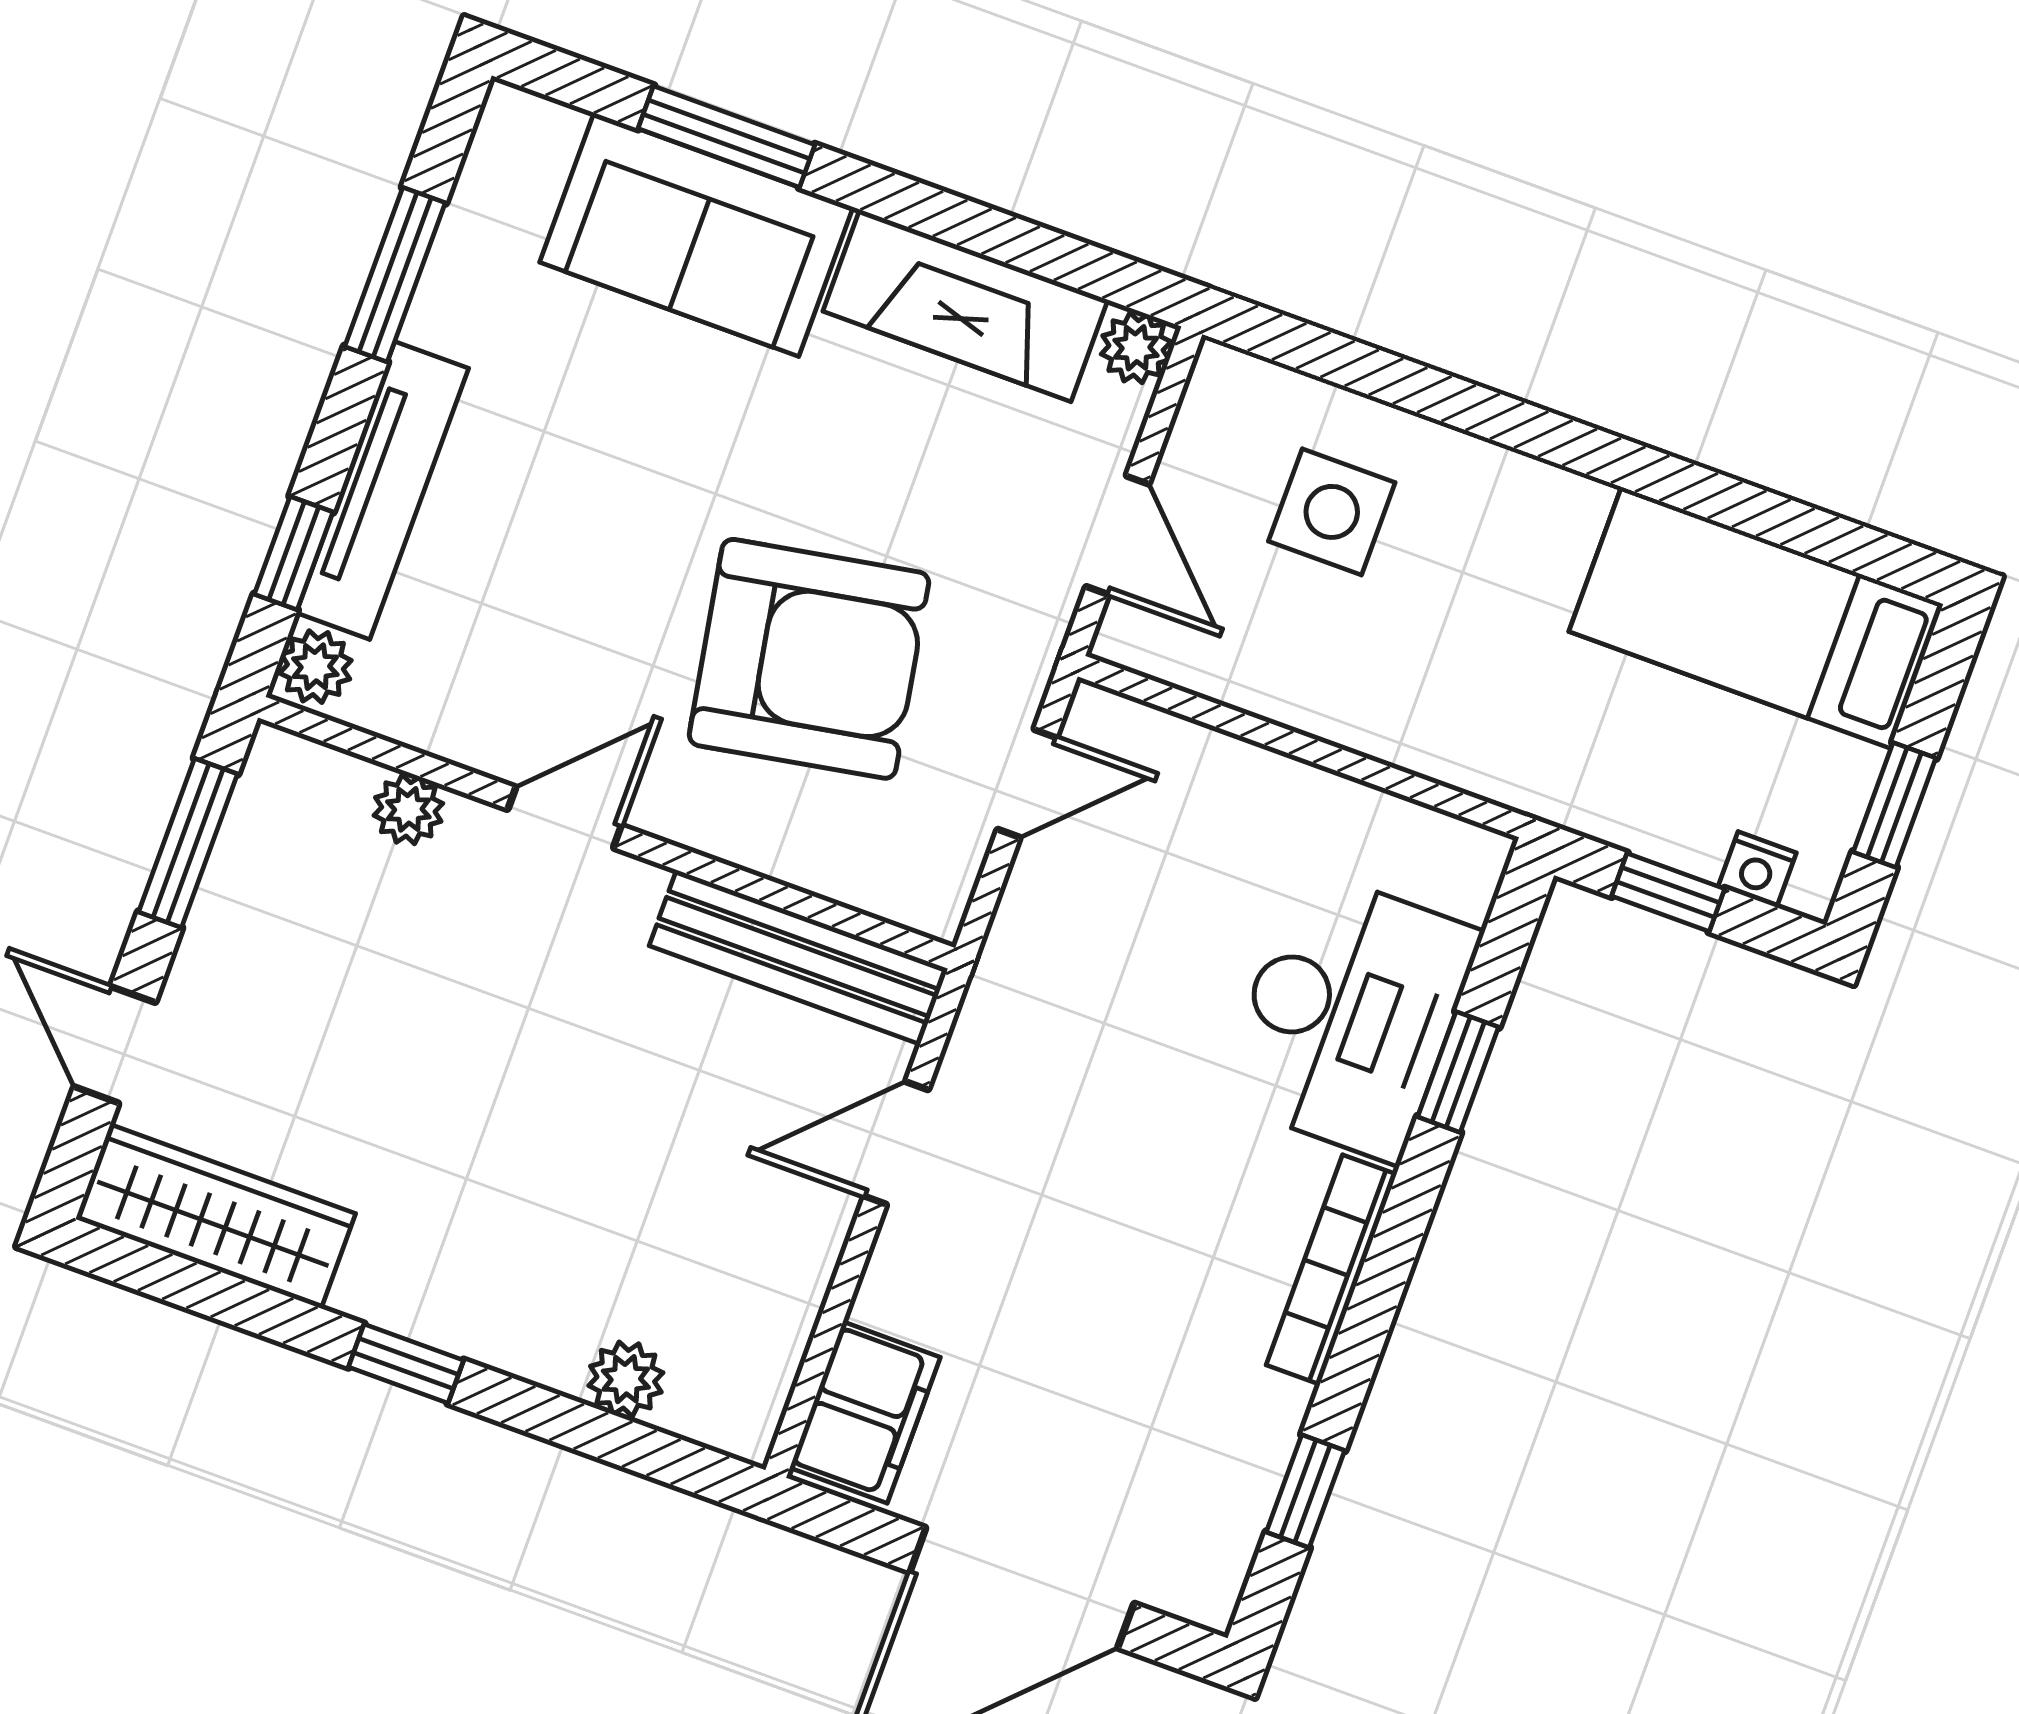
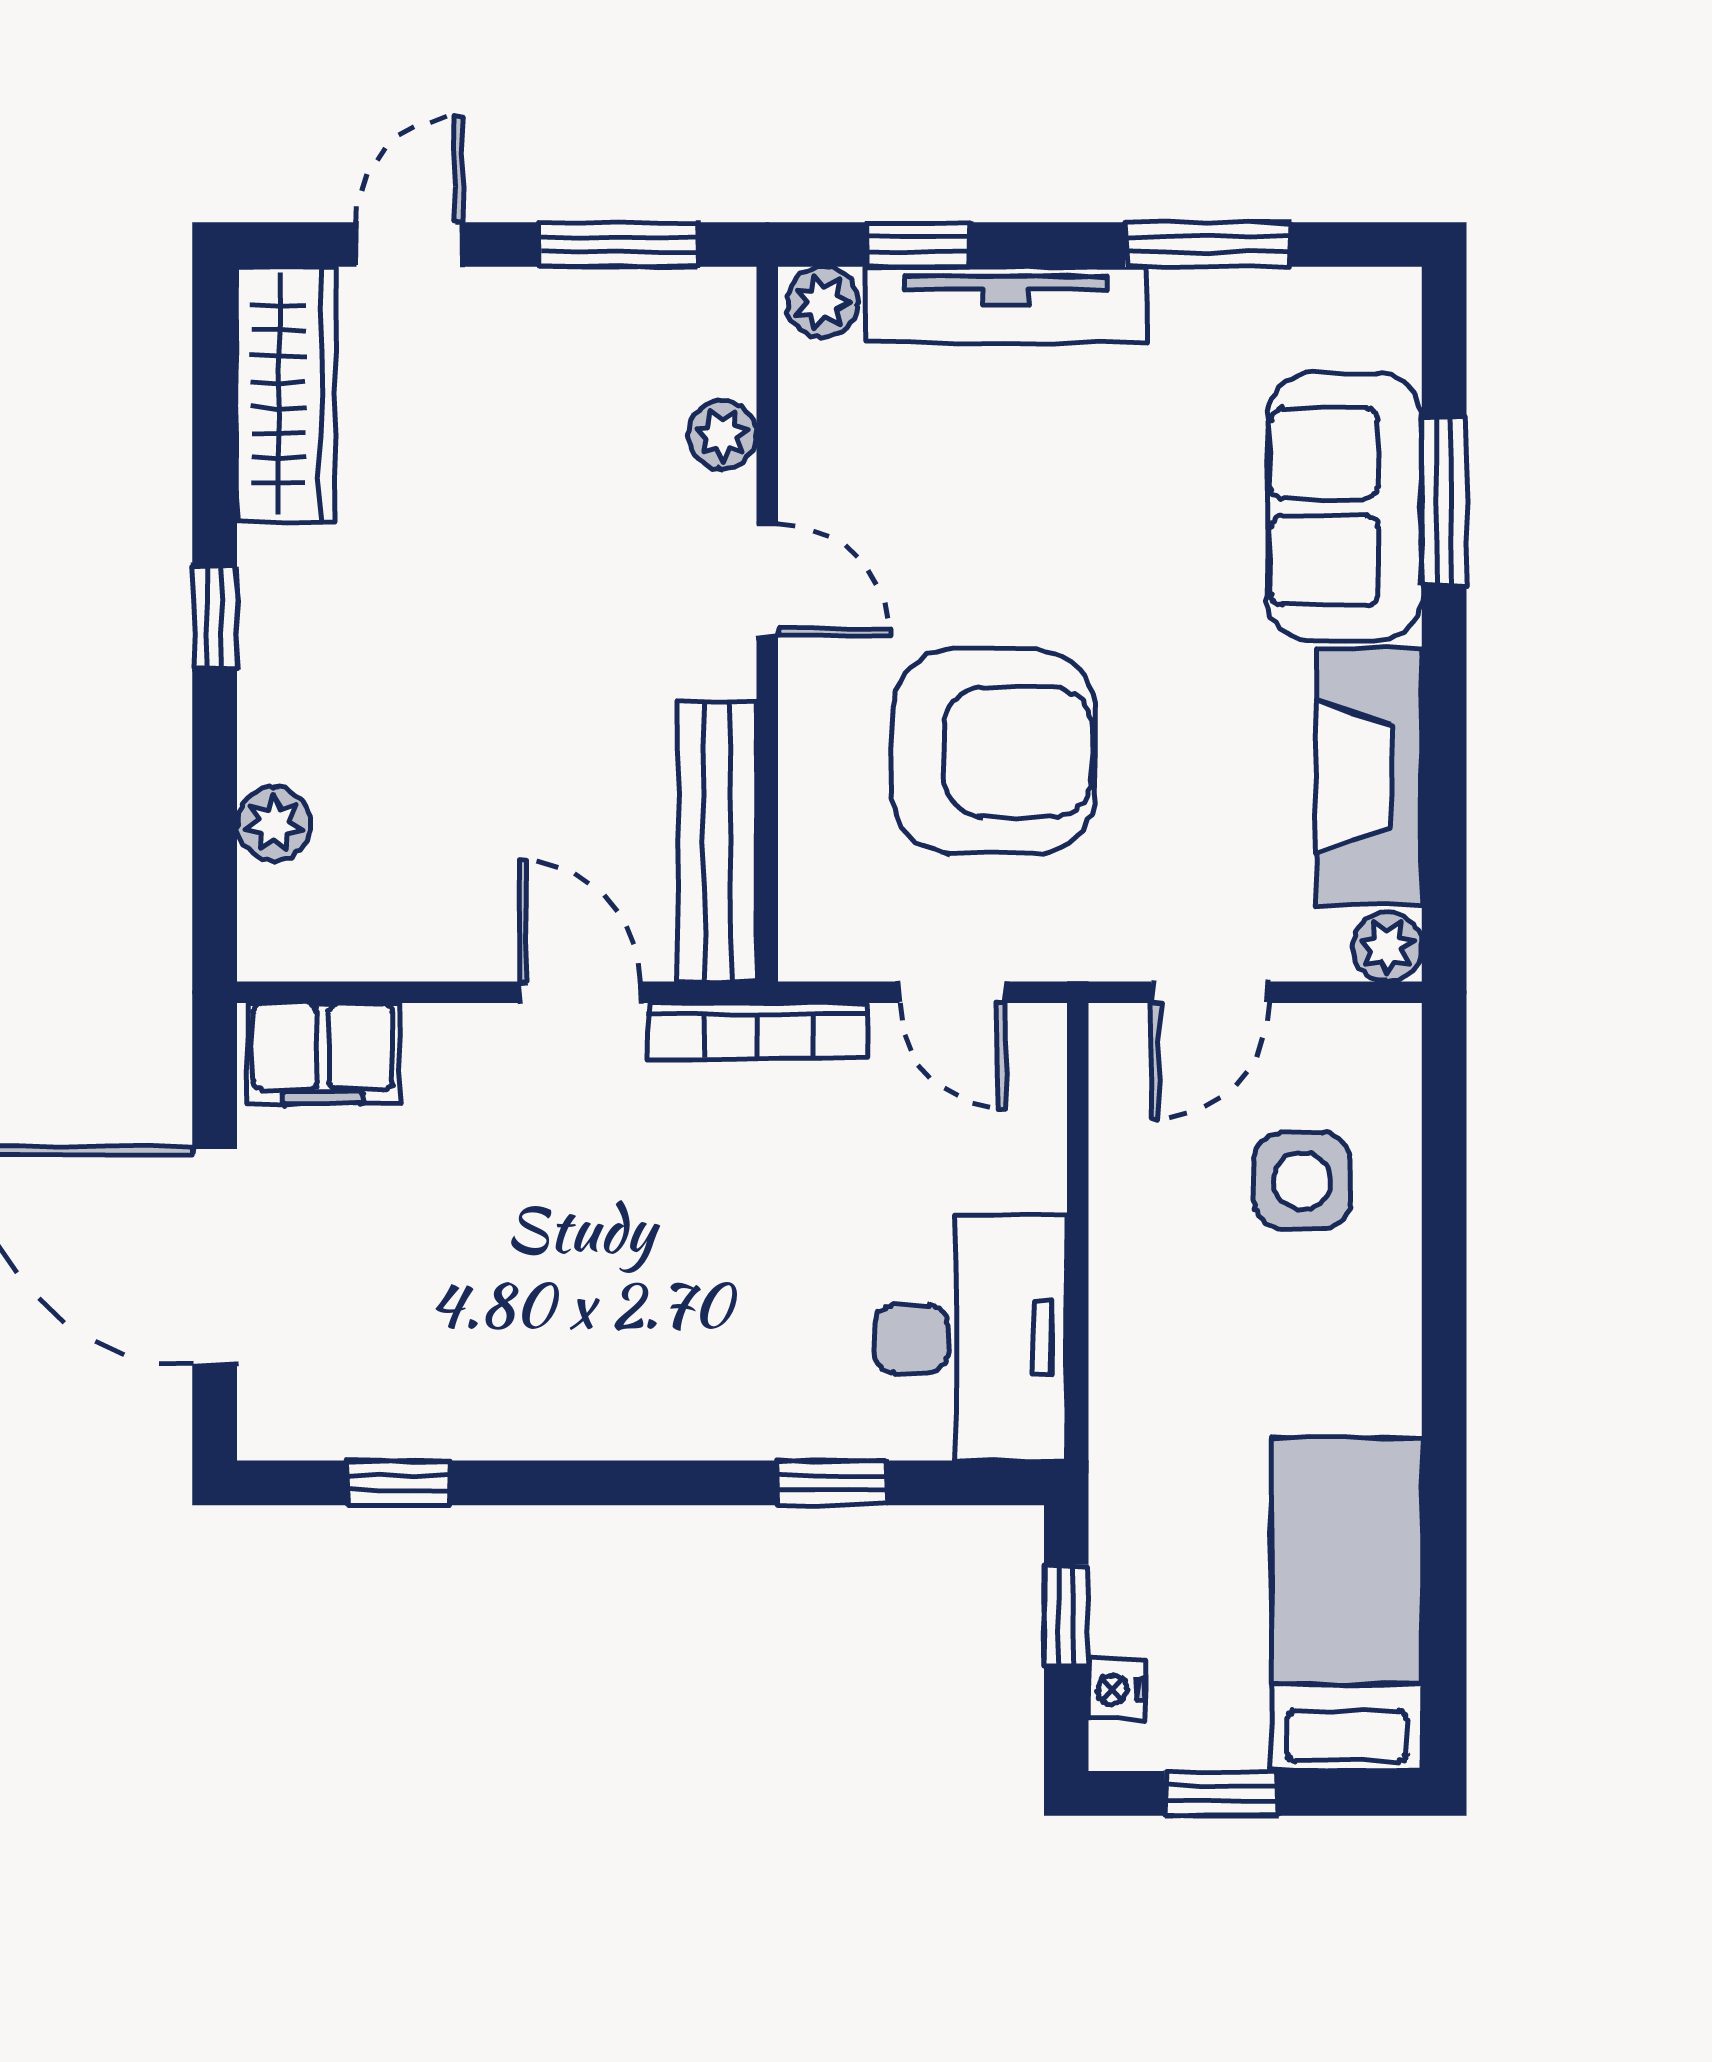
armchair: (809, 659) -> (994, 751), turned -79
desk: (1349, 1015) -> (971, 1338), moved, turned -90
bookcase: (1331, 1270) -> (758, 1031), moved, turned 180

